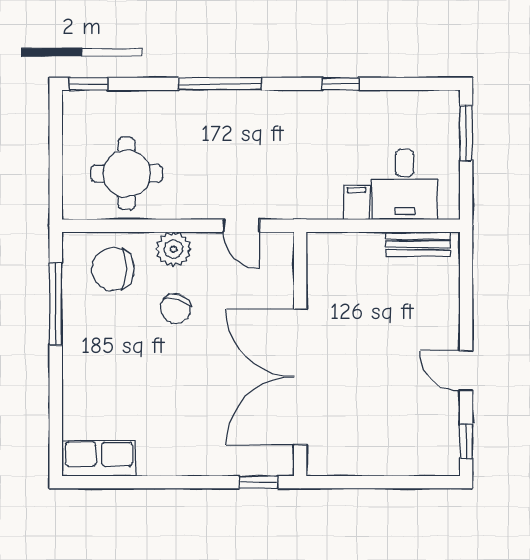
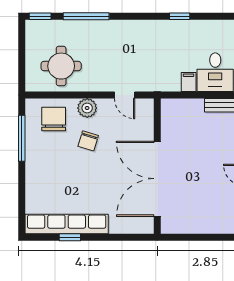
window: (220, 84) -> (86, 16), moved
chair: (113, 269) -> (54, 119), turned 90
row of seats: (99, 458) -> (67, 224), width x2.02
window: (258, 482) -> (70, 237), moved

